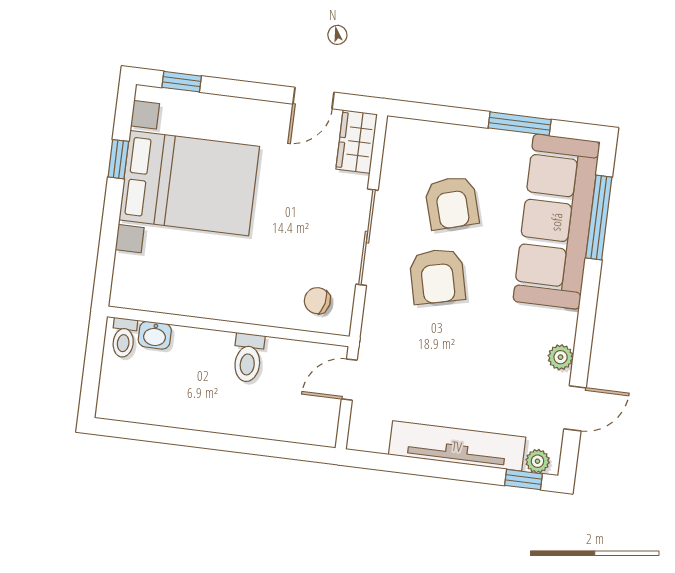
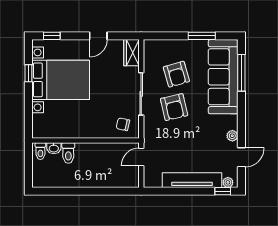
door: (313, 98) -> (98, 36), moved
toilet: (248, 358) -> (68, 153), moved

